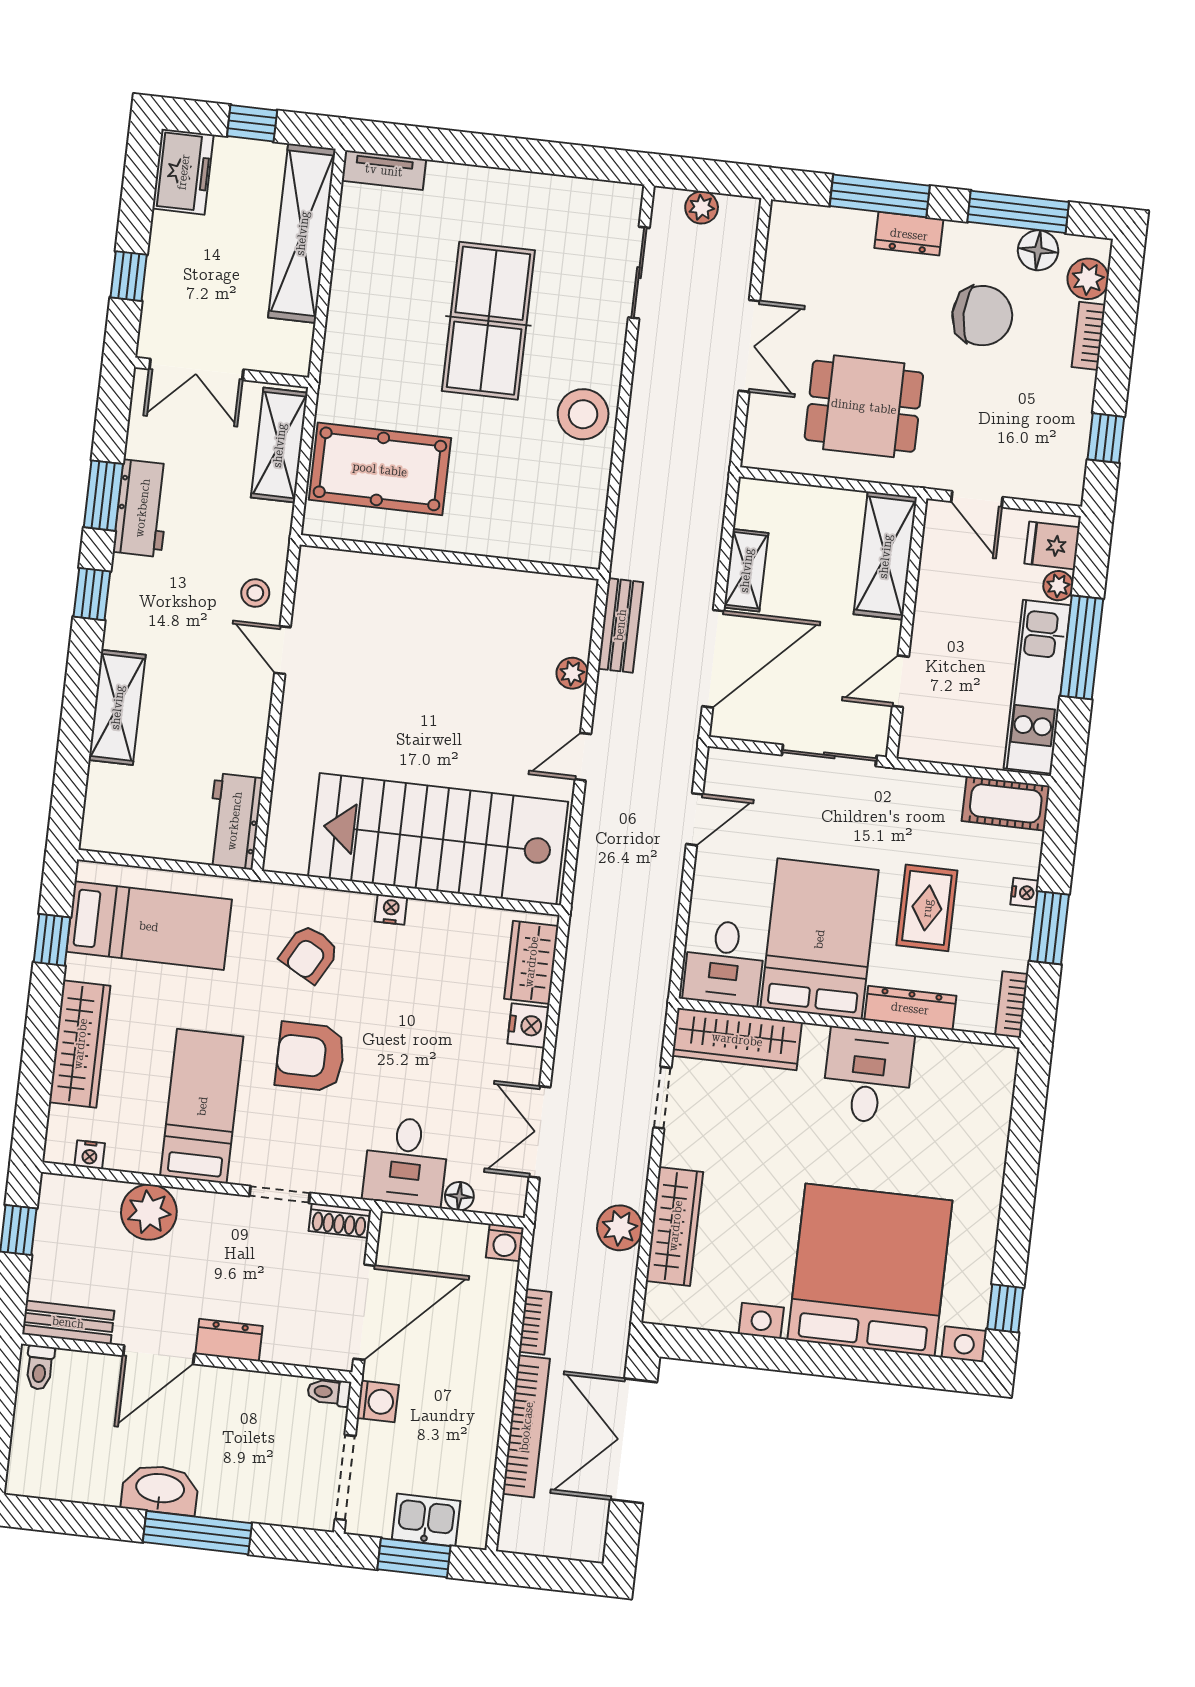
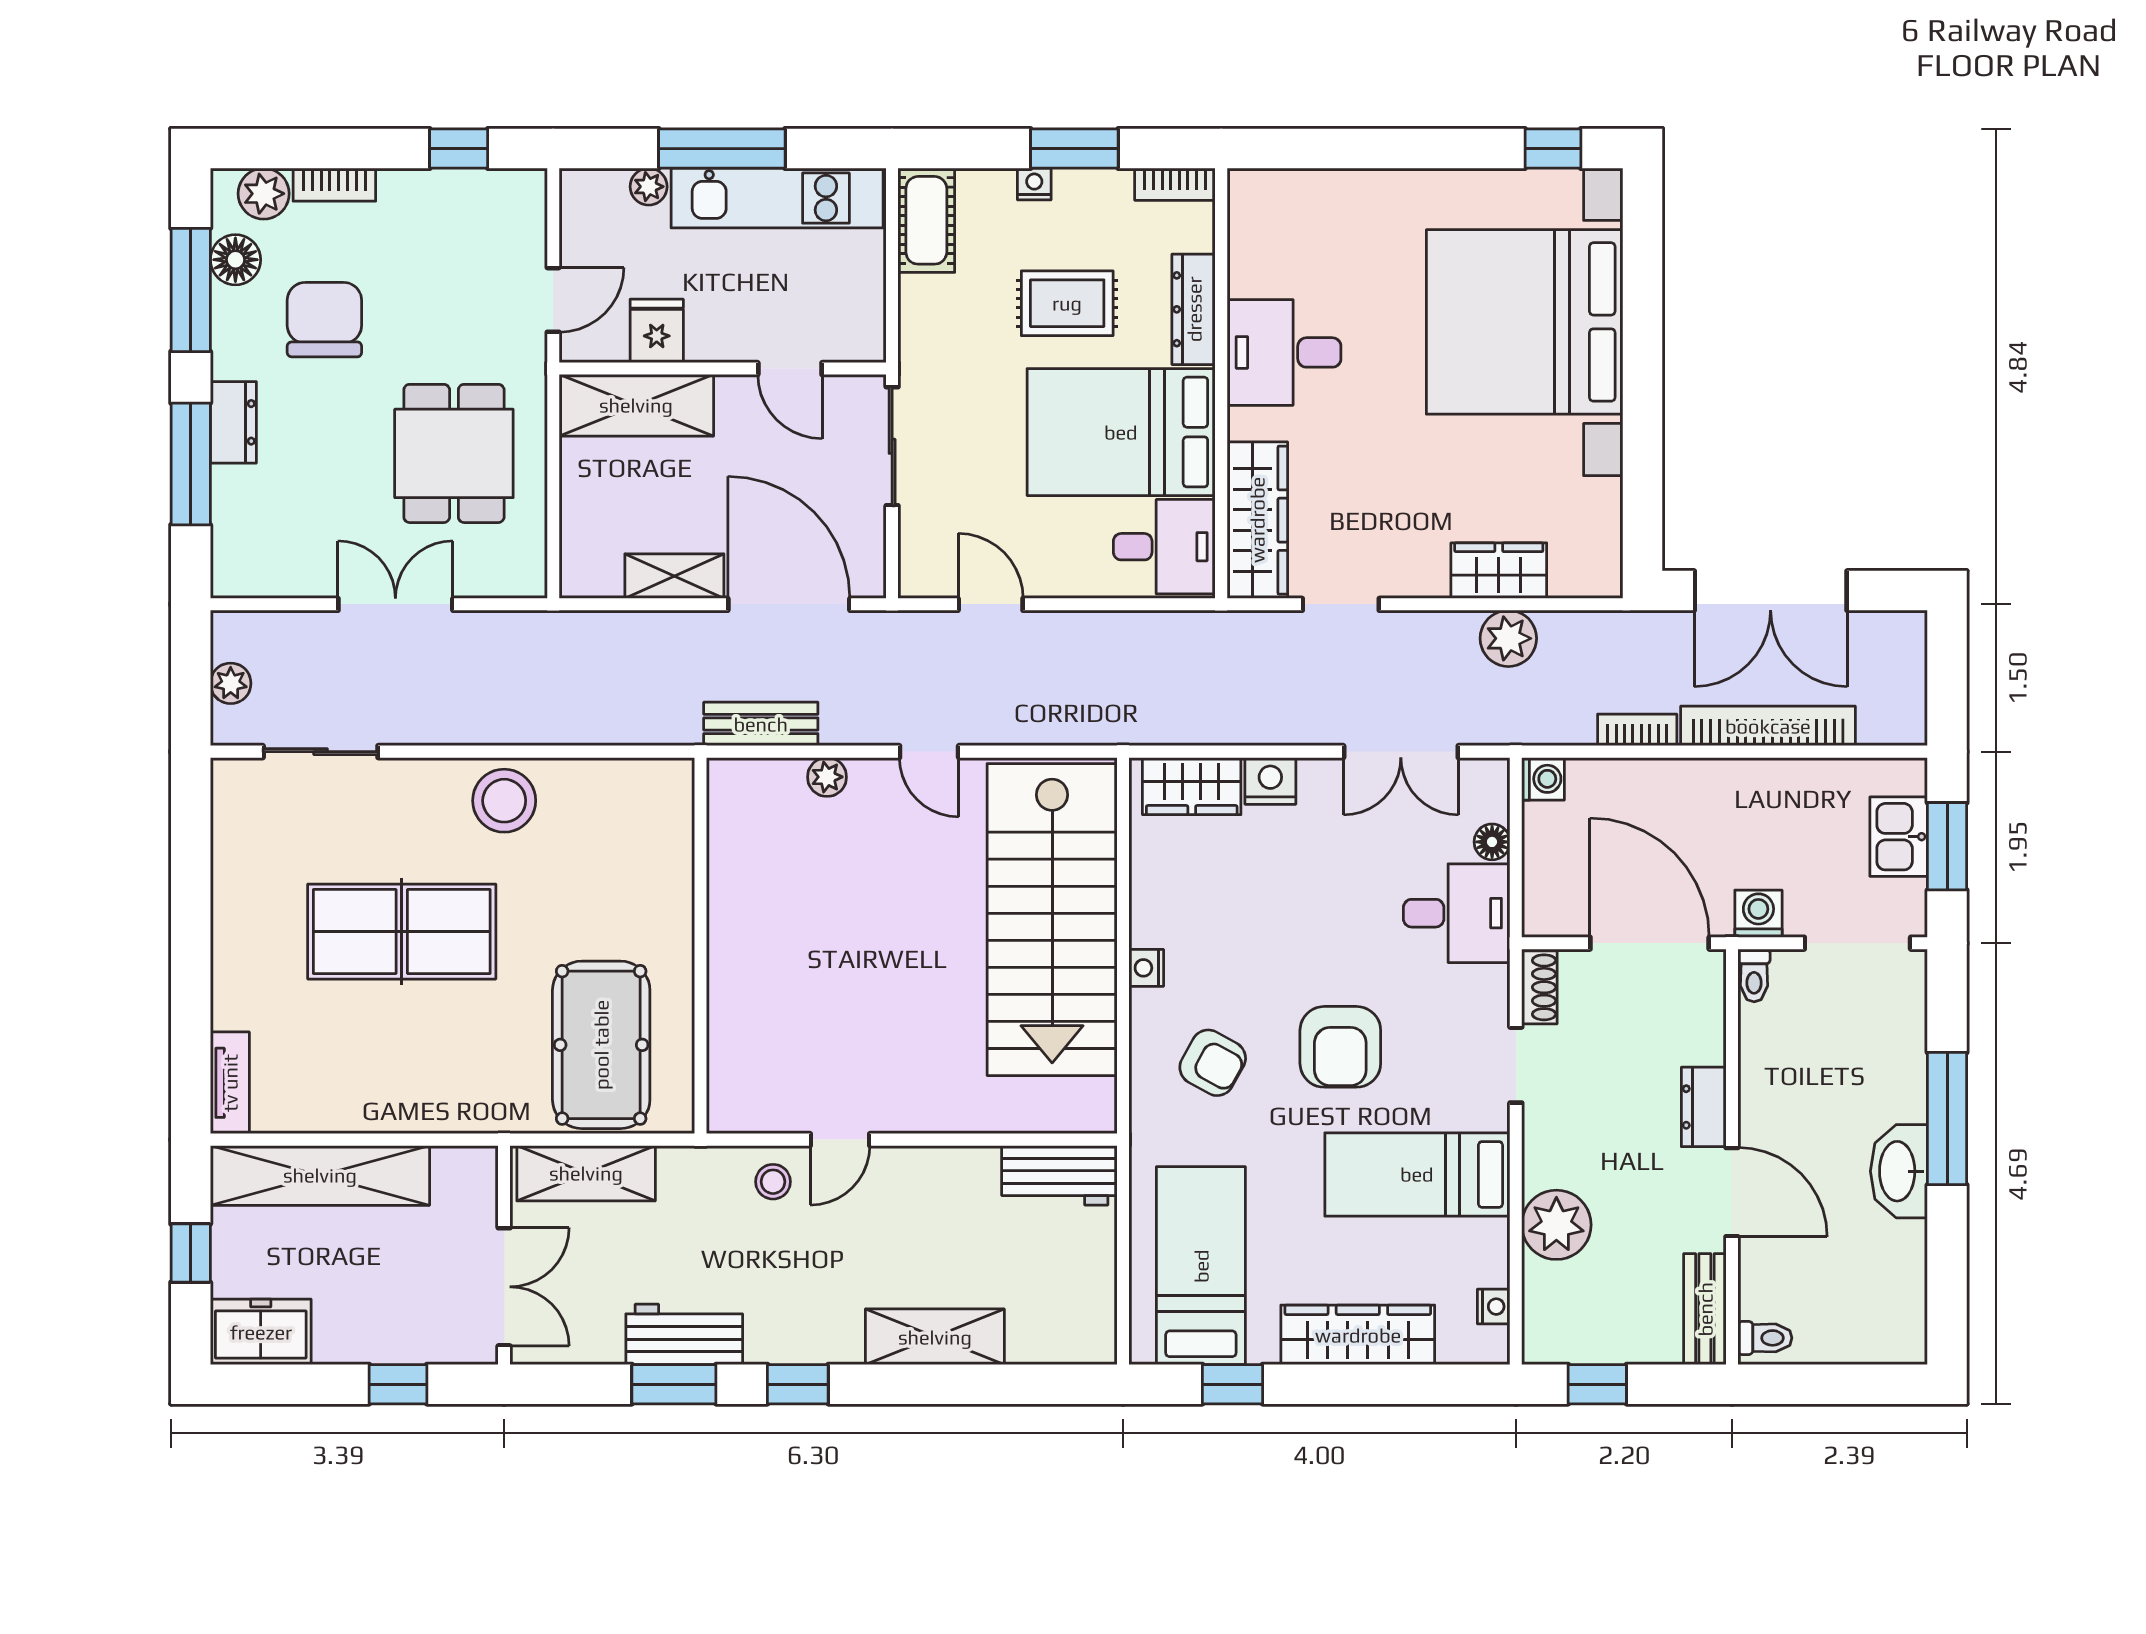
fridge: (1052, 545) -> (657, 331), moved, turned 180
wardrobe: (675, 1226) -> (1499, 571), width x0.67

